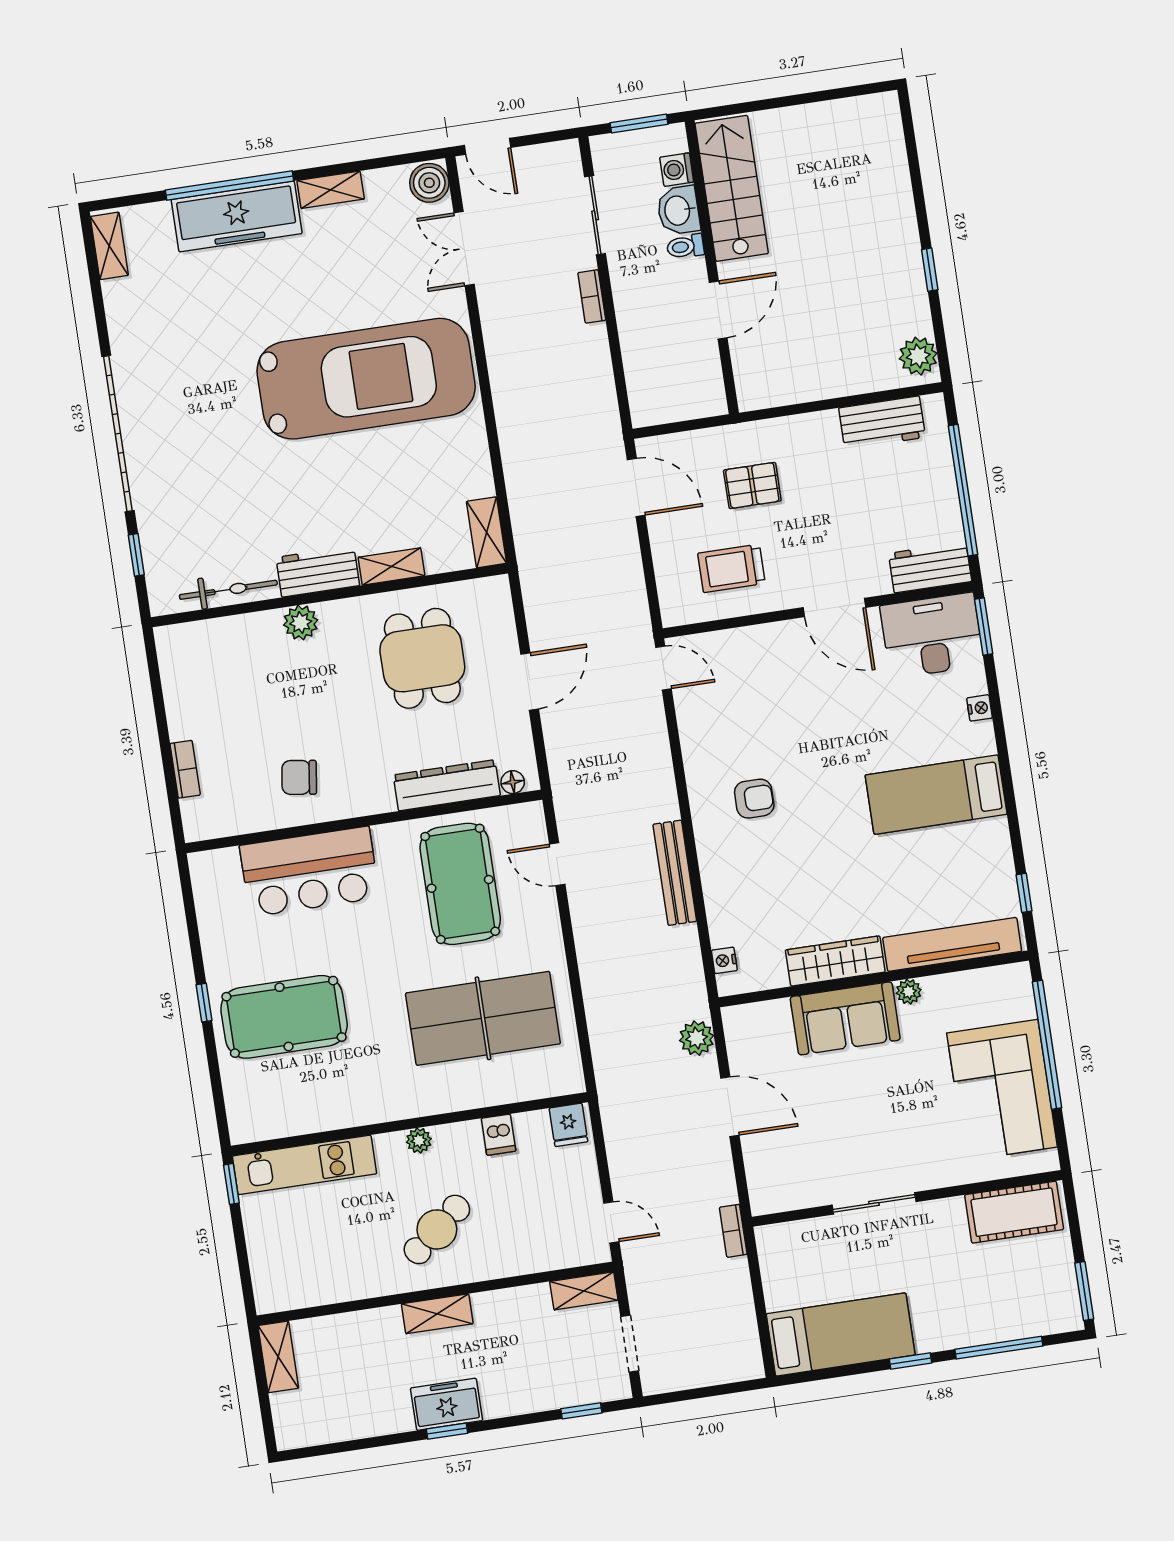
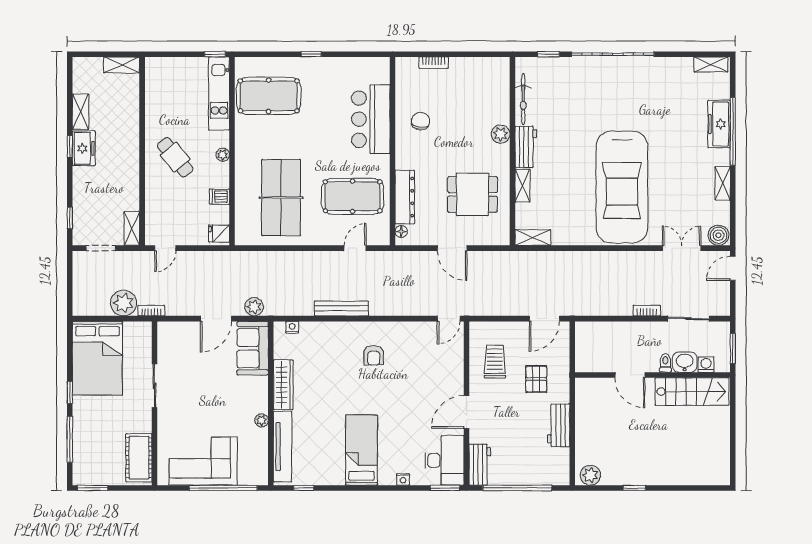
freezer: (237, 216) -> (719, 124), width x0.73, depth x0.79
workbench: (882, 423) -> (559, 425), moved
pool table: (284, 1017) -> (269, 96), moved, turned 90
sofa: (845, 1018) -> (253, 348), moved
plant: (727, 1285) -> (124, 303), added
shelving: (437, 1314) -> (81, 112), moved
bed: (841, 1334) -> (97, 358), width x1.50

